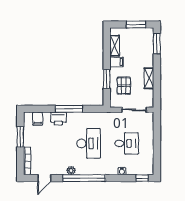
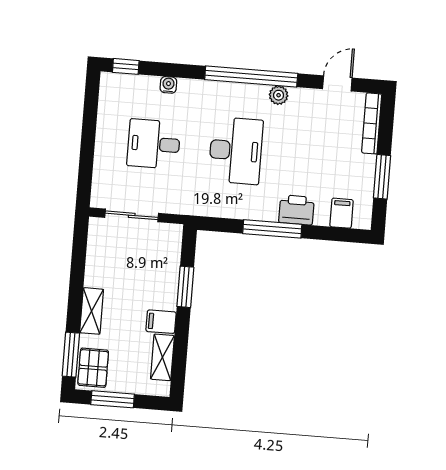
shelving: (149, 78) -> (92, 311), moved
pallet: (124, 86) -> (93, 368), moved
desk: (89, 143) -> (236, 151), turned 180

